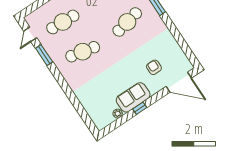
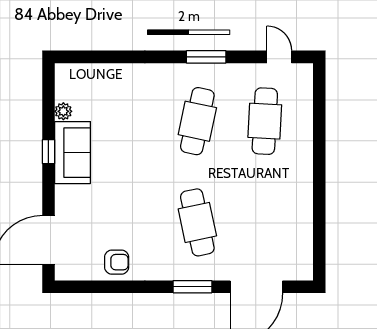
window: (44, 55) -> (206, 57), moved
armchair: (154, 67) -> (117, 262), moved

